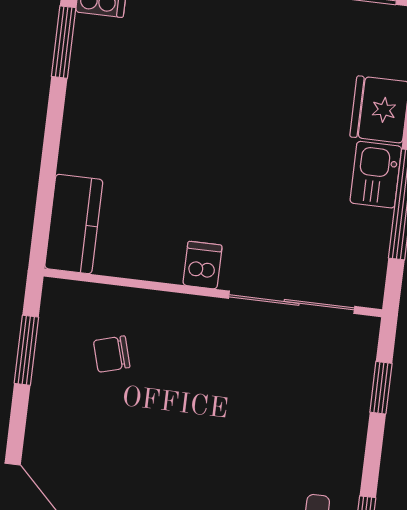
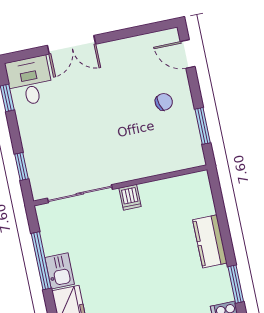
kitchen counter: (74, 224) -> (210, 241), moved
chair: (112, 354) -> (164, 102), moved

